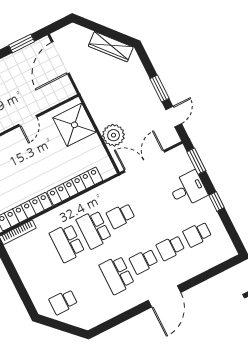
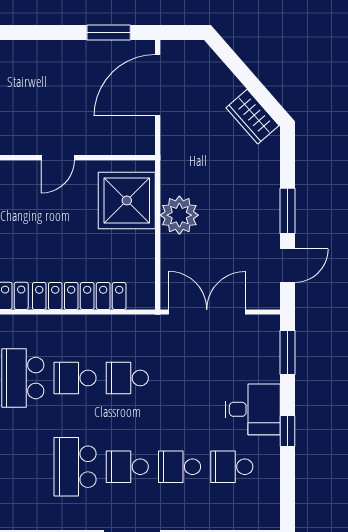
wardrobe: (111, 47) -> (253, 117), width x0.67
plant: (113, 135) -> (179, 215), moved
desk: (188, 189) -> (253, 409), moved
school desk: (94, 229) -> (75, 378), width x0.54

